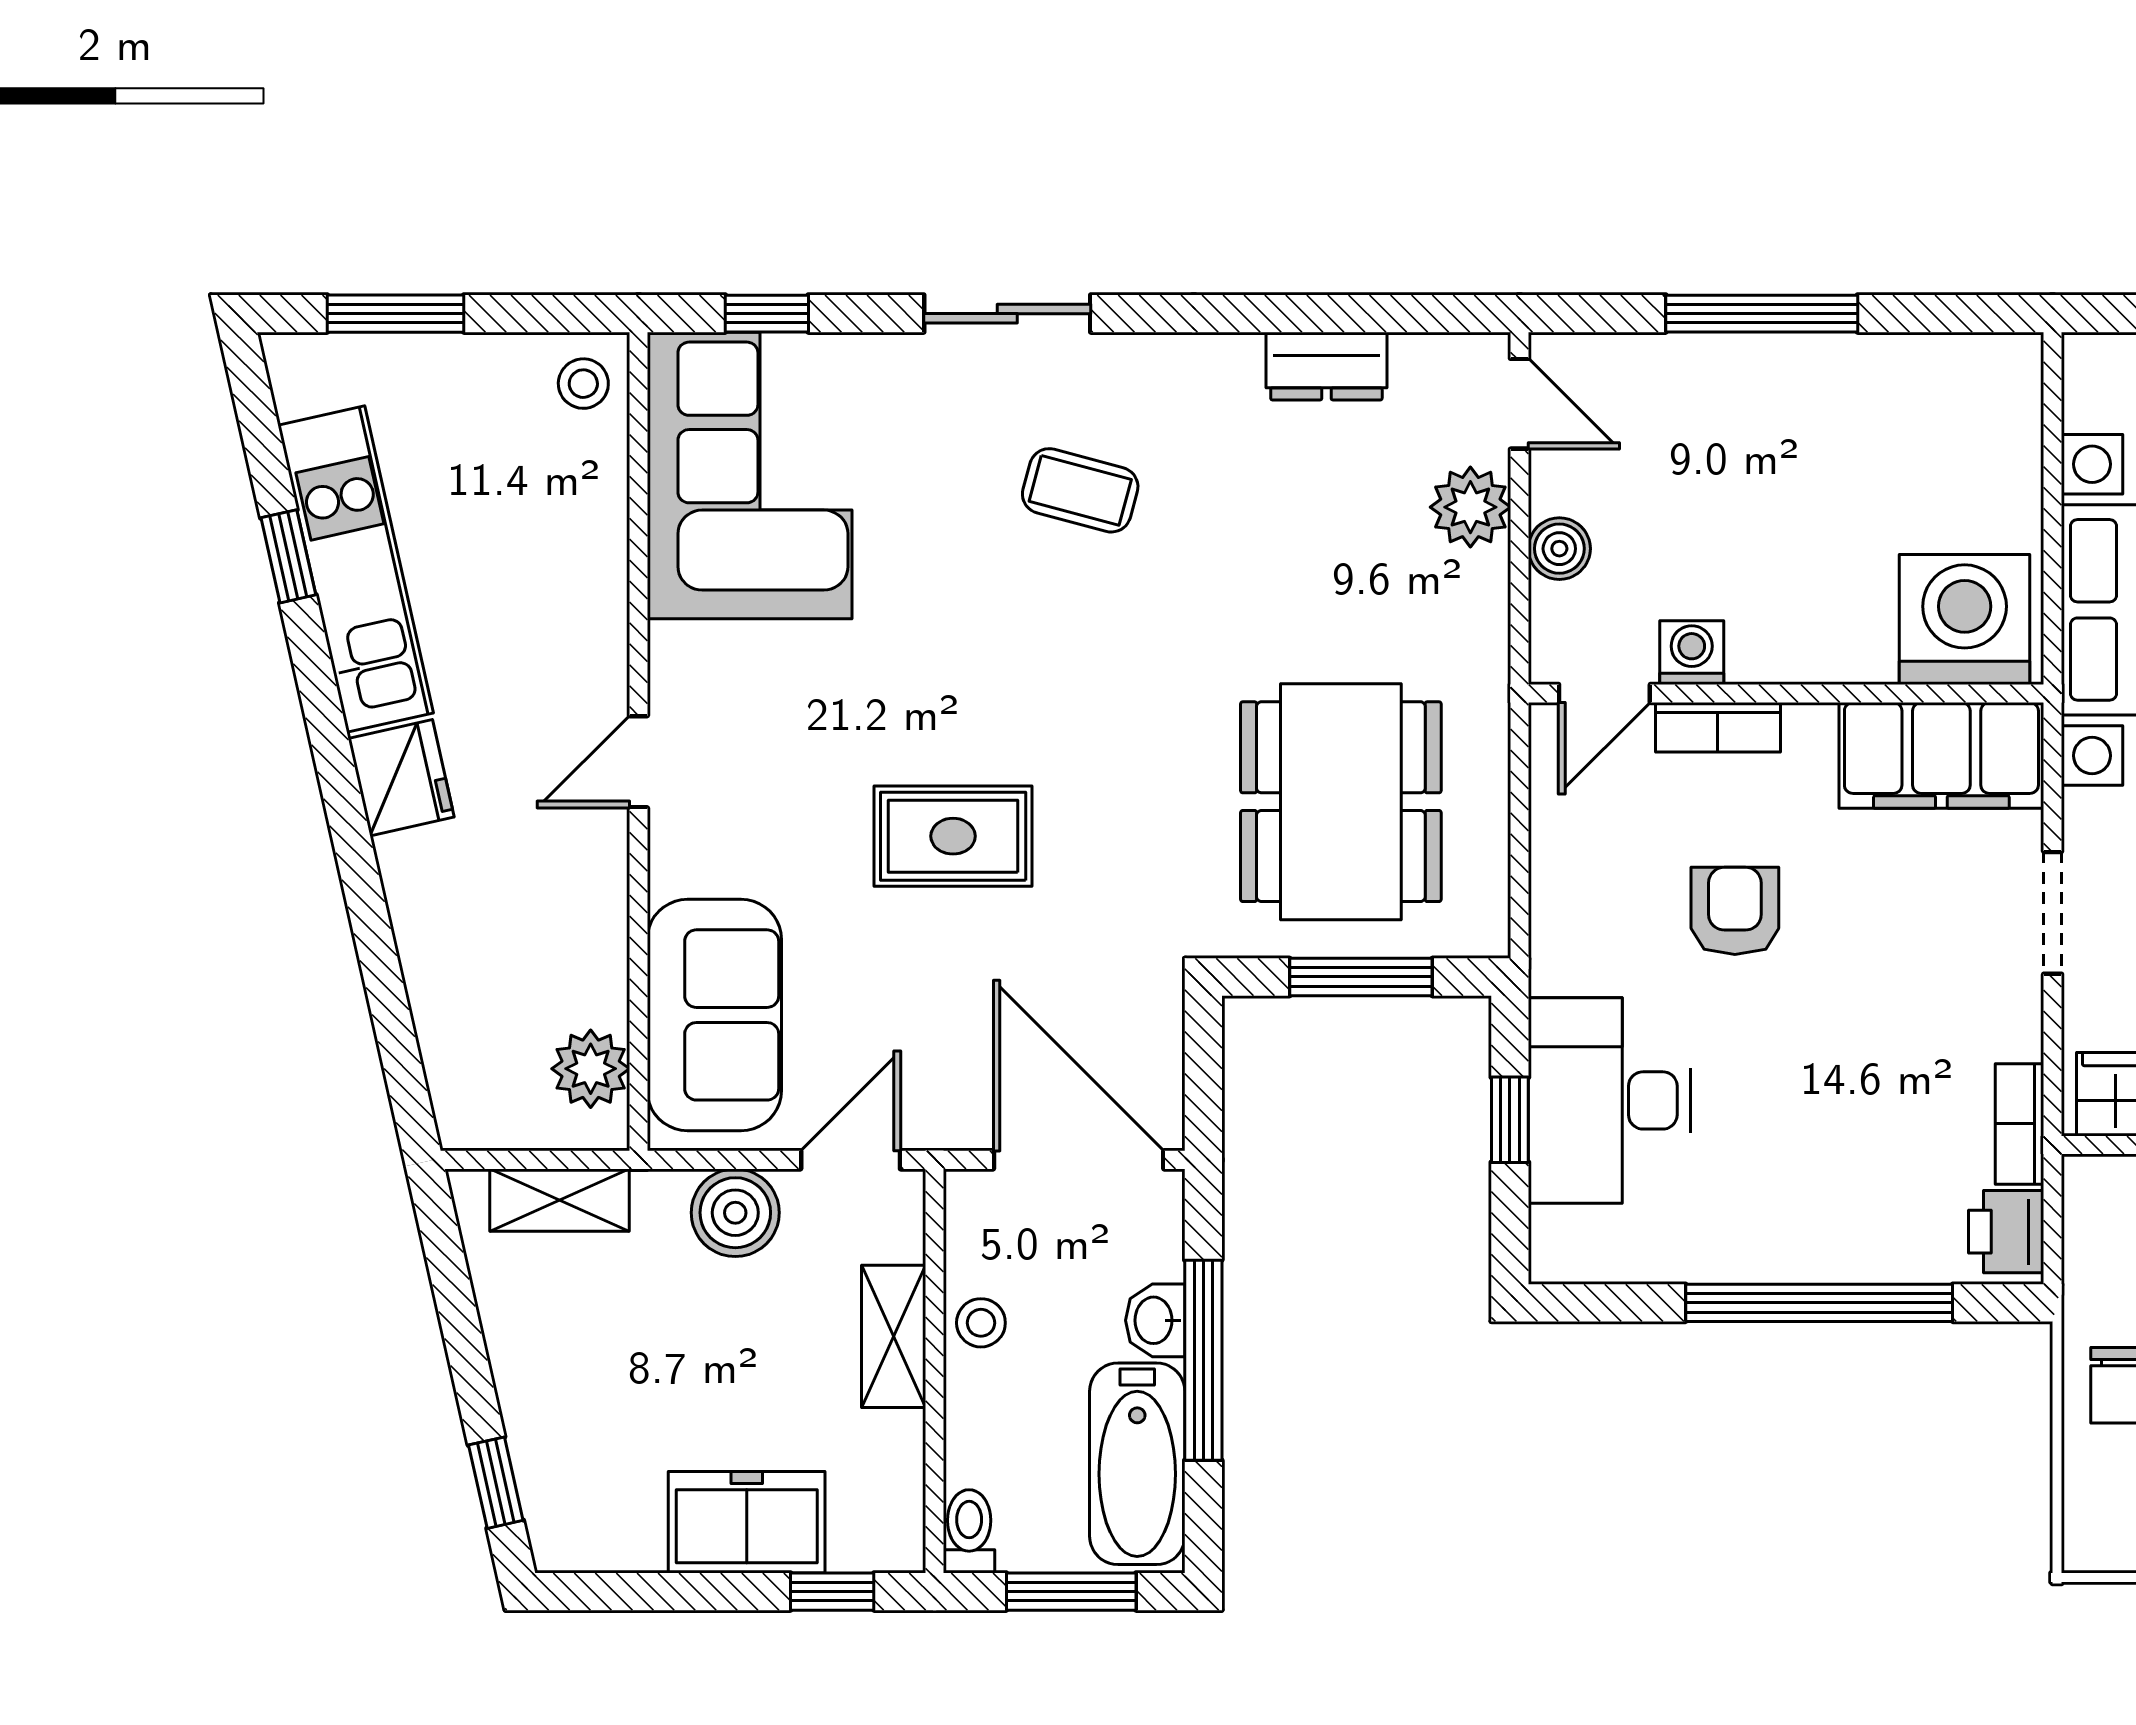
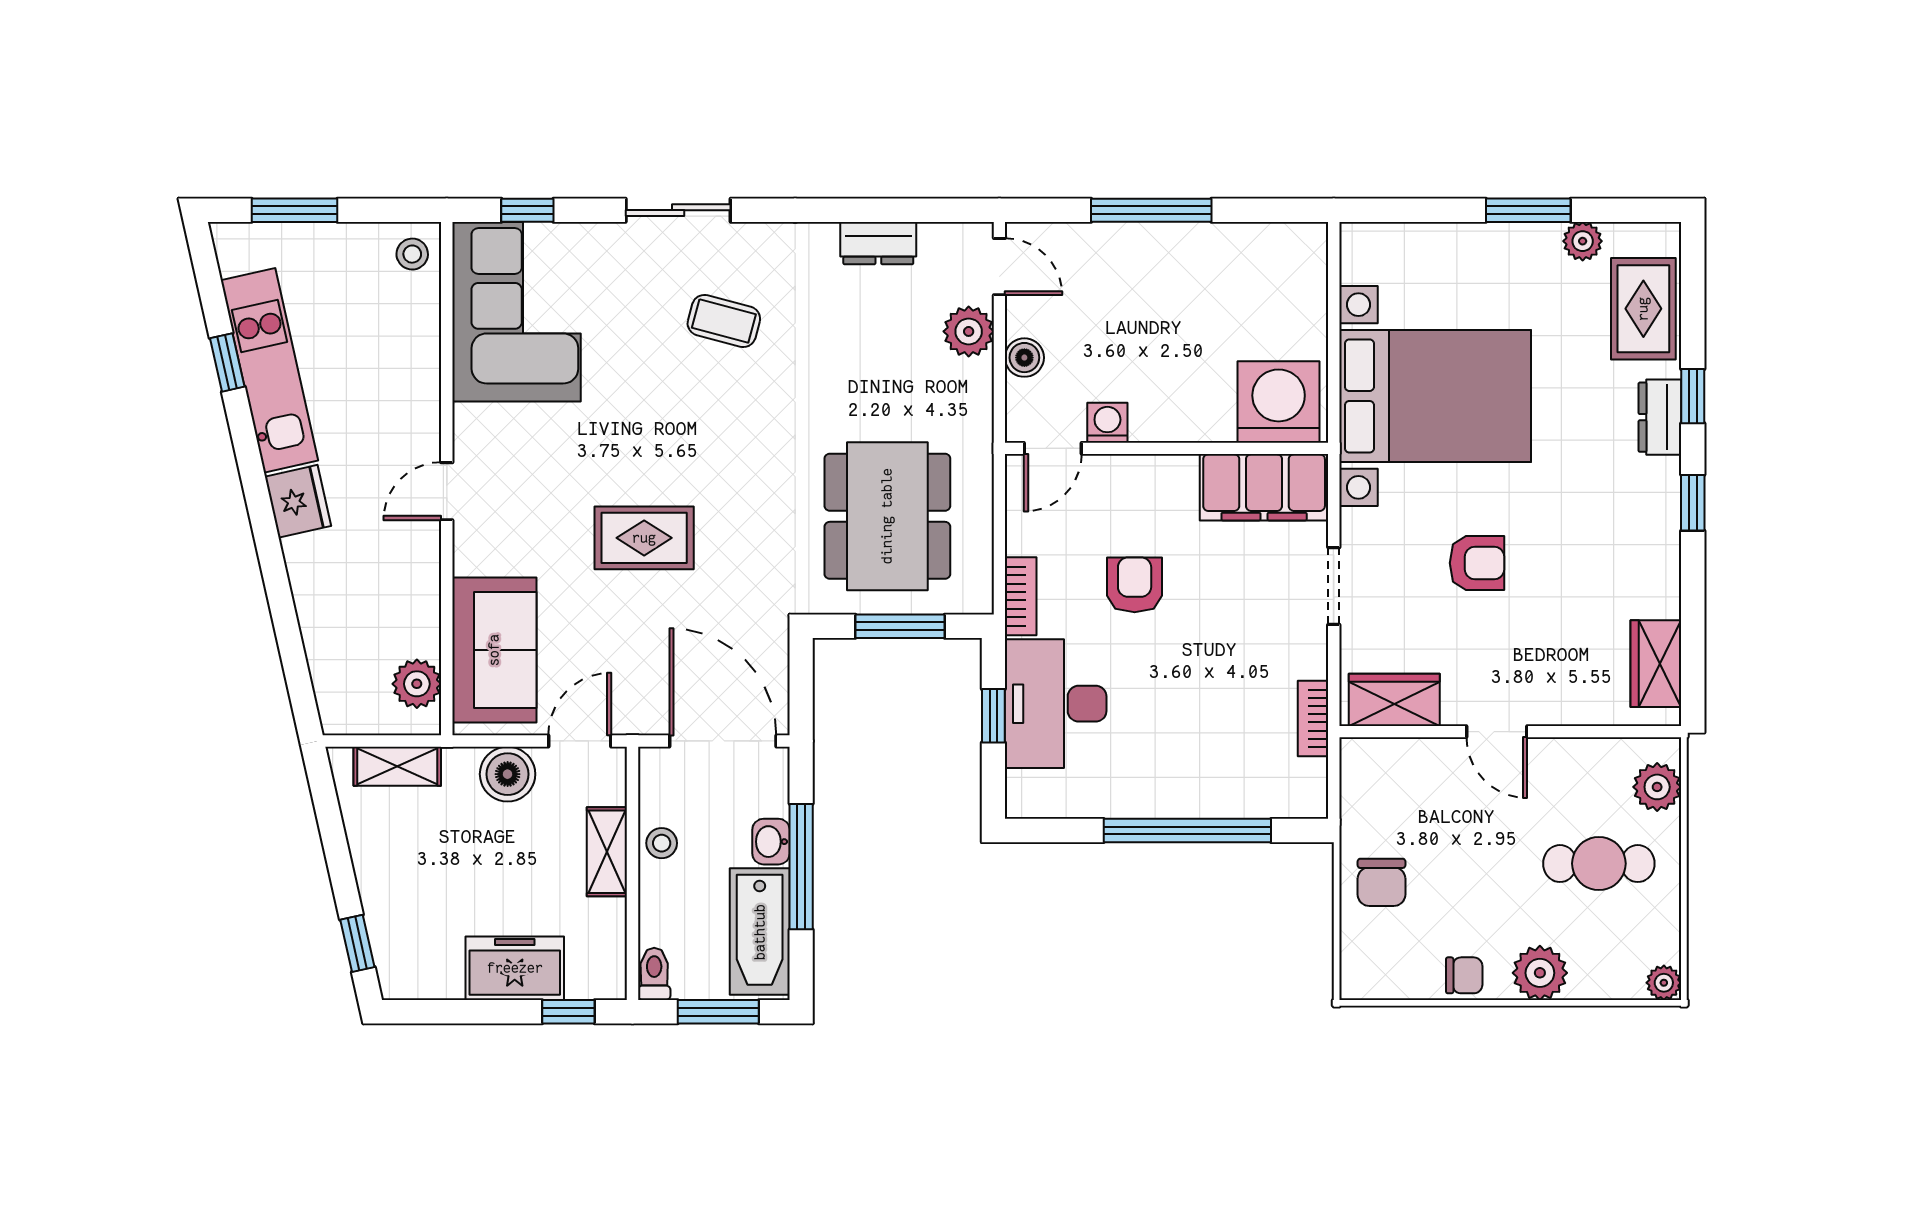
bookcase: (1718, 727) -> (1021, 596), moved, turned -90
printer: (2006, 1232) -> (1305, 786), removed

